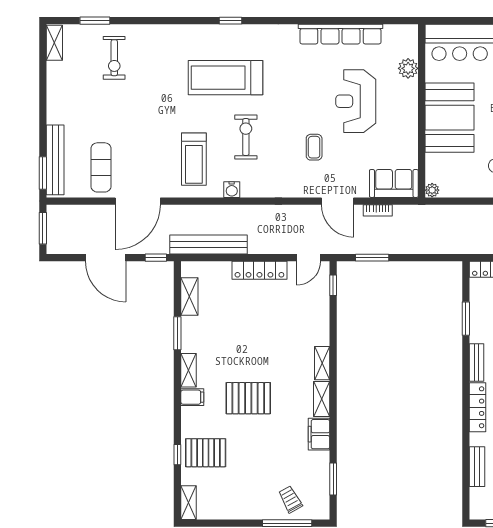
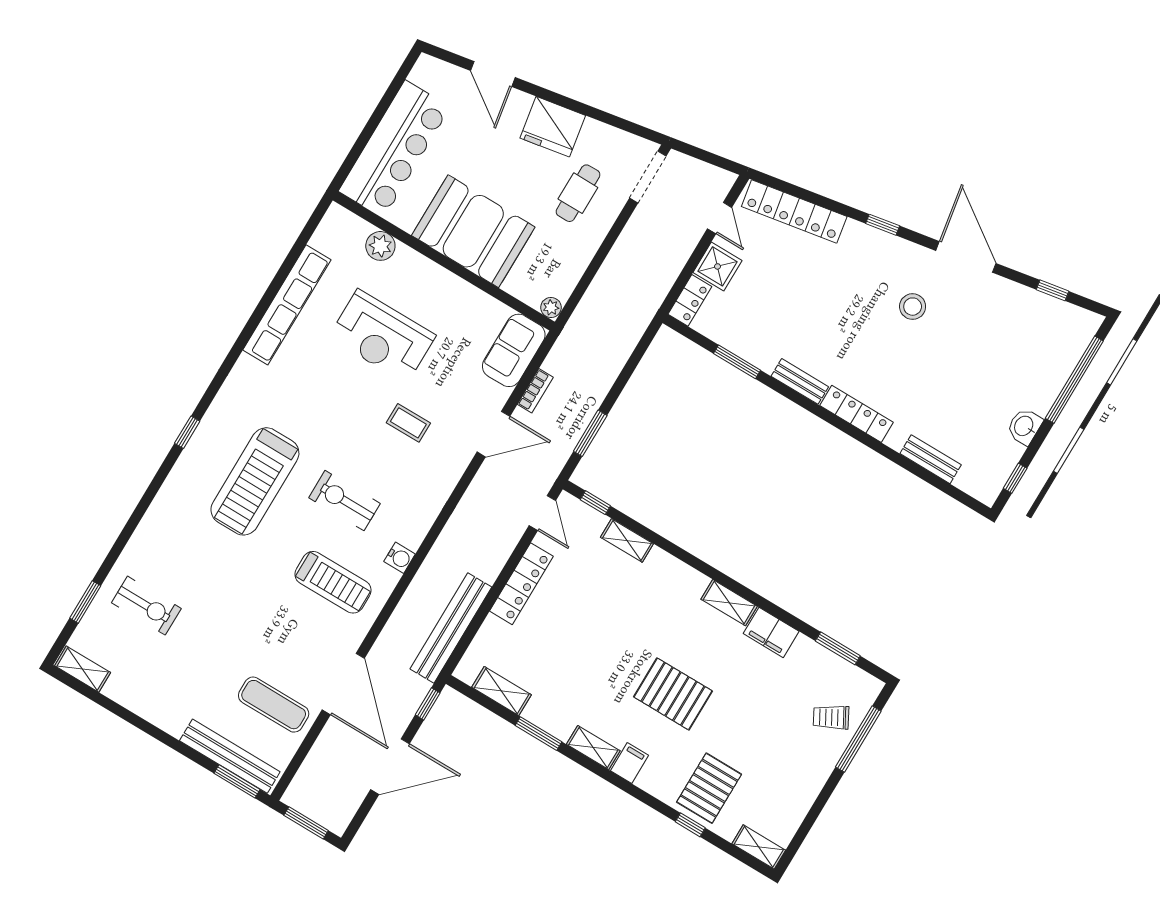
shelving: (322, 363) -> (627, 541), moved
pallet: (248, 398) -> (673, 694), turned 90

